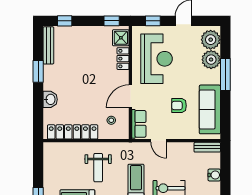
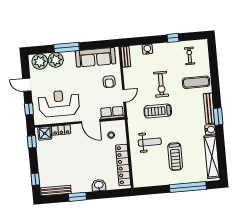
armchair: (179, 106) -> (109, 82), moved

